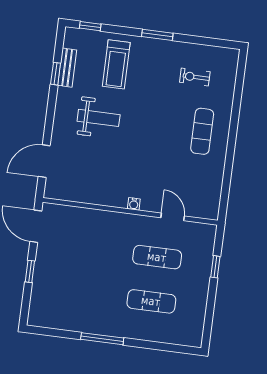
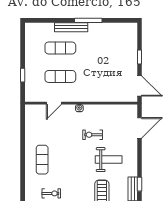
weight bench: (99, 118) -> (109, 160), turned 180
exercise bike: (119, 160) -> (93, 135), added
door: (173, 217) -> (54, 103), hinge flipped
bench: (130, 332) -> (71, 27), added

